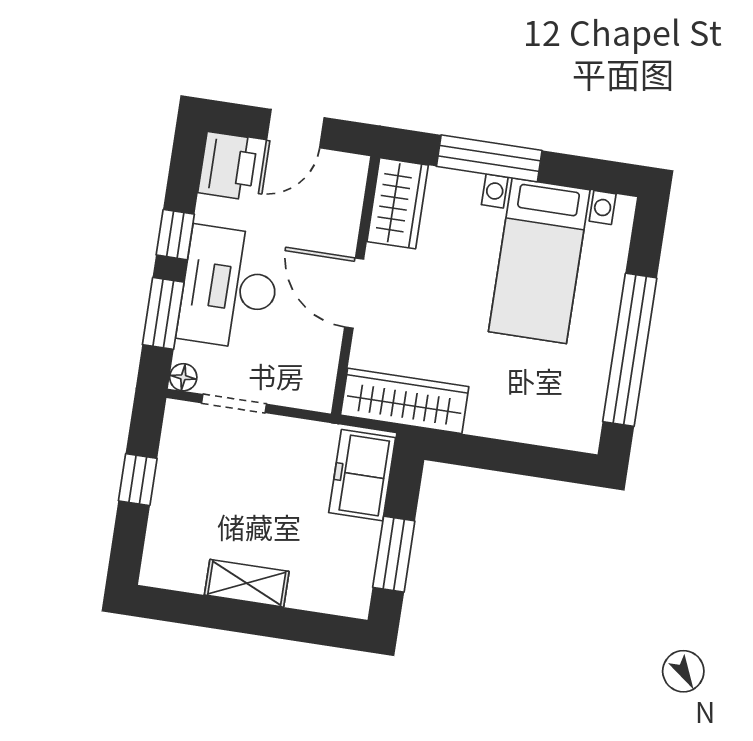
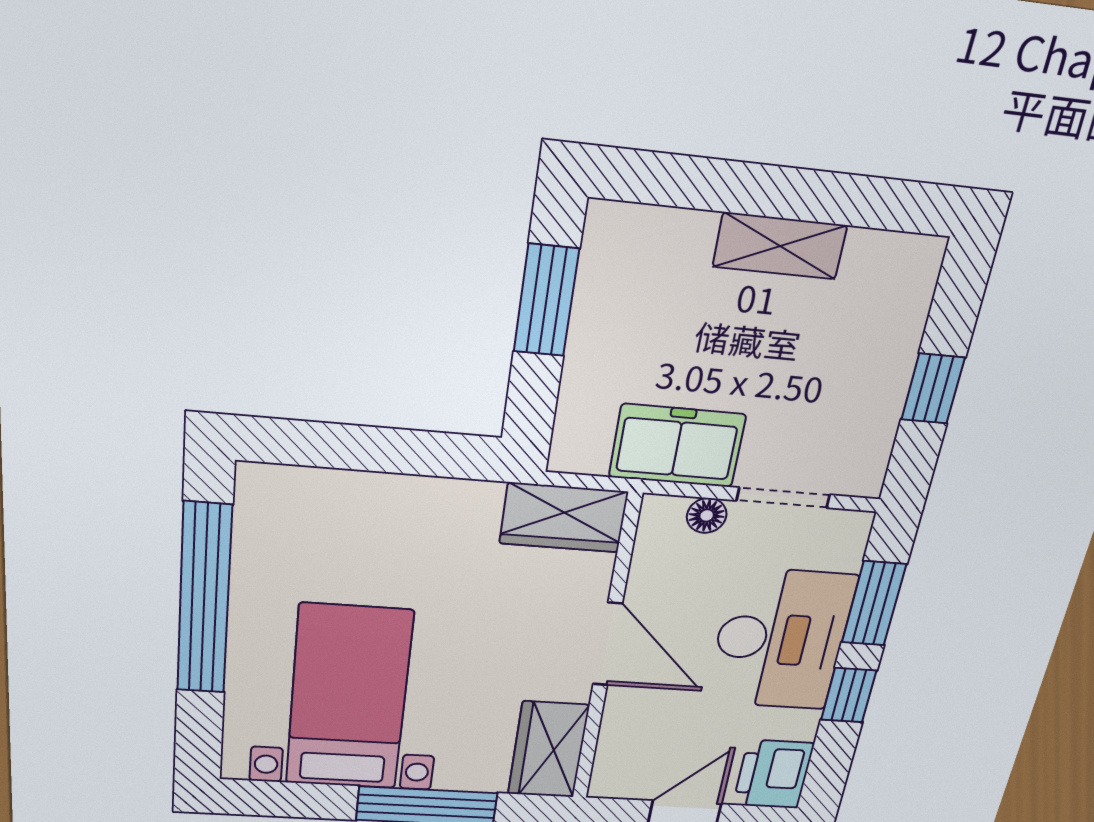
floor lamp: (183, 377) -> (707, 516), moved
wardrobe: (405, 401) -> (564, 518), width x0.67
freezer: (362, 475) -> (677, 446), moved, turned -90

